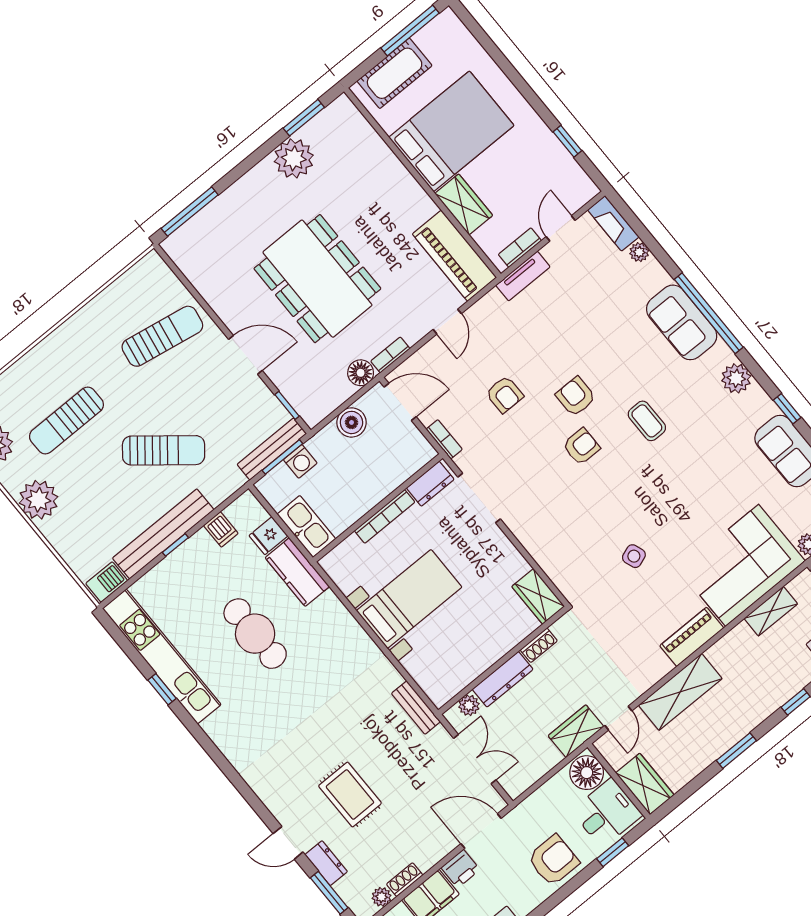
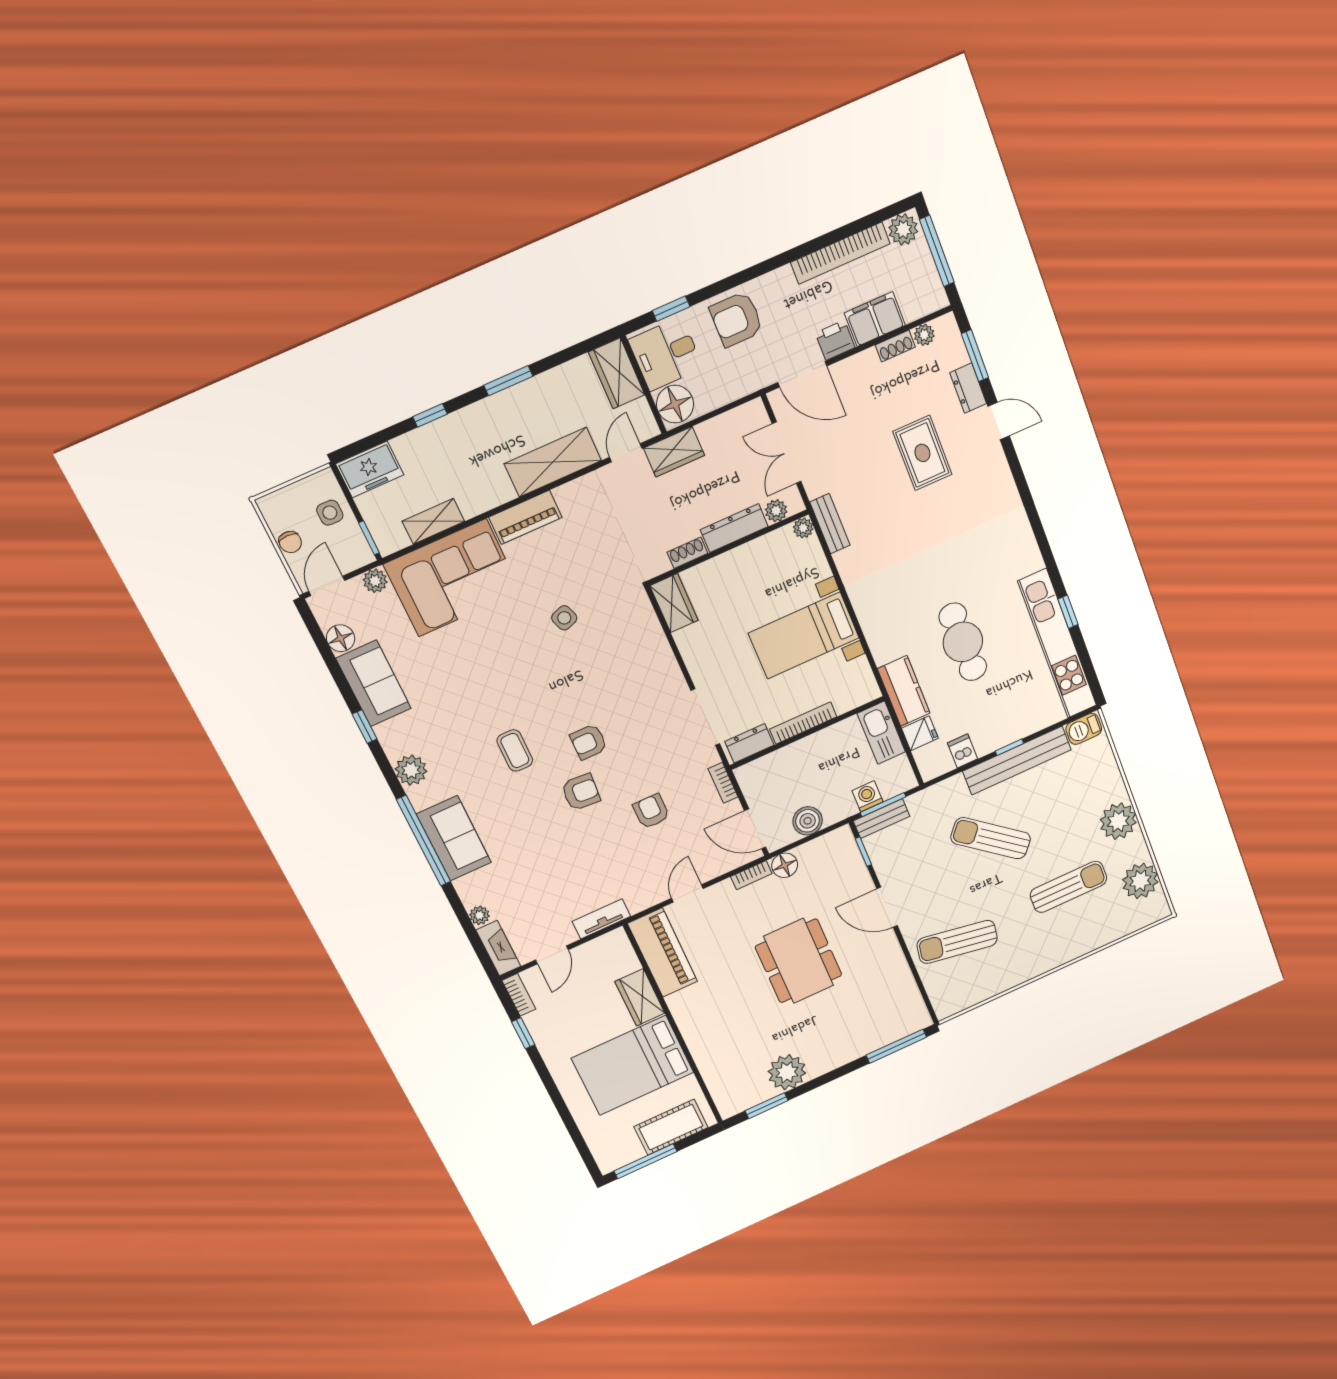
bookcase: (520, 248) -> (519, 995), moved, turned -90
dining table: (317, 279) -> (799, 961), width x0.73, depth x0.80
armchair: (576, 396) -> (581, 792), turned -86
bench: (272, 449) -> (882, 819), width x0.73
plant: (439, 697) -> (803, 528), added

